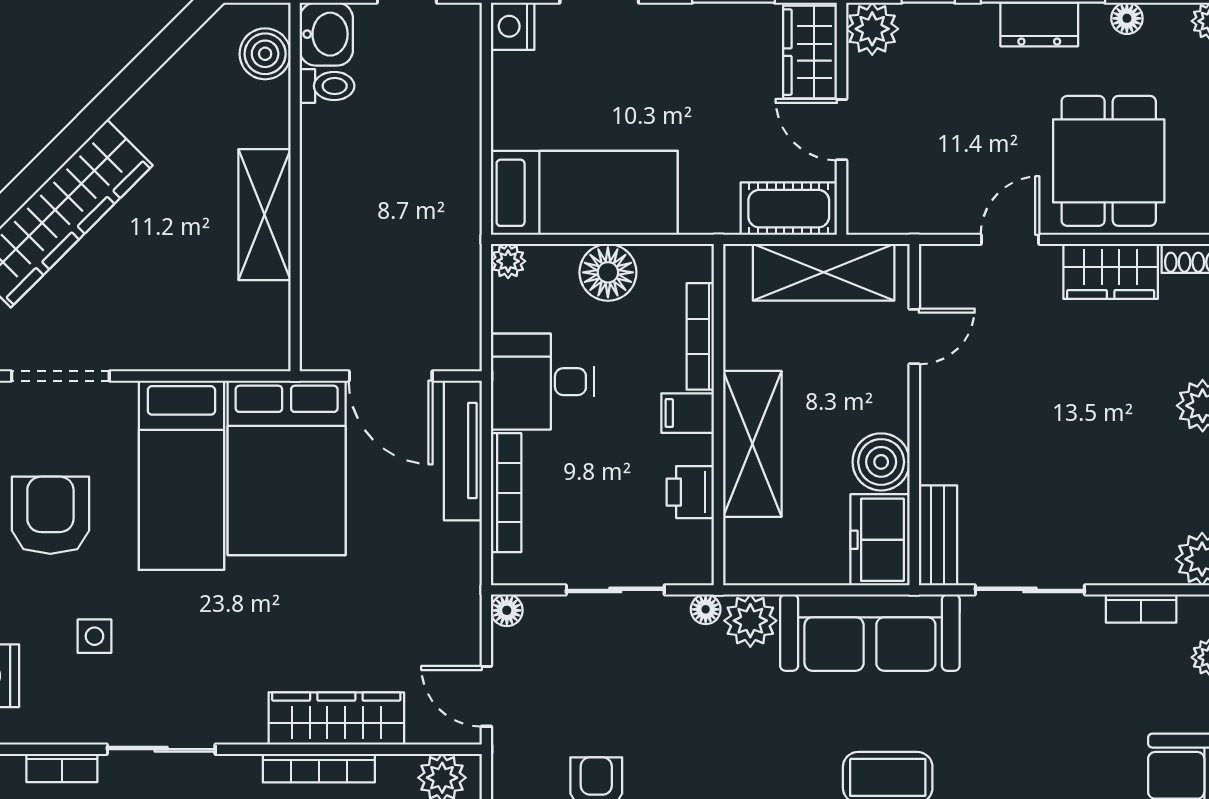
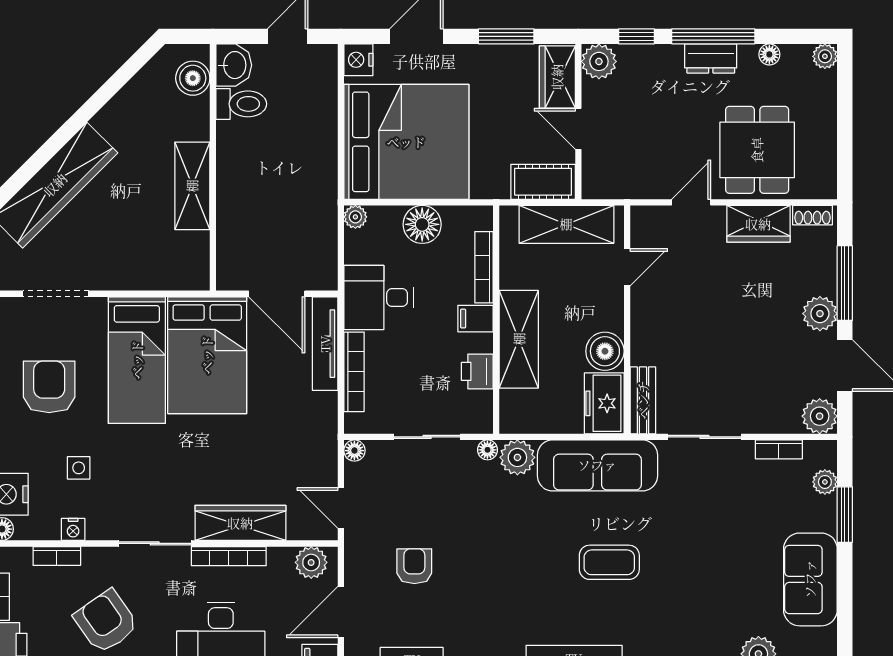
toilet: (327, 86) -> (241, 104), width x1.37, depth x1.39
bed: (584, 193) -> (406, 142), width x2.04
nightstand: (86, 728) -> (73, 529), added
sliding door: (161, 749) -> (155, 543), moved

